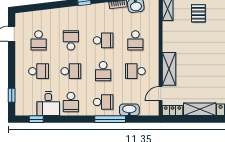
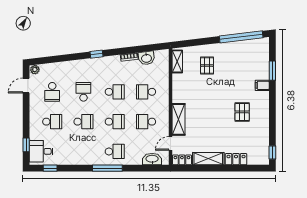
plant: (21, 17) -> (35, 70), added
school desk: (135, 40) -> (146, 92), turned 90
school desk: (103, 71) -> (115, 122), turned -90
school desk: (71, 102) -> (83, 151), removed
desk: (48, 104) -> (41, 151), moved, turned 90
washbasin: (129, 110) -> (152, 159), moved
window: (110, 119) -> (107, 168), moved

